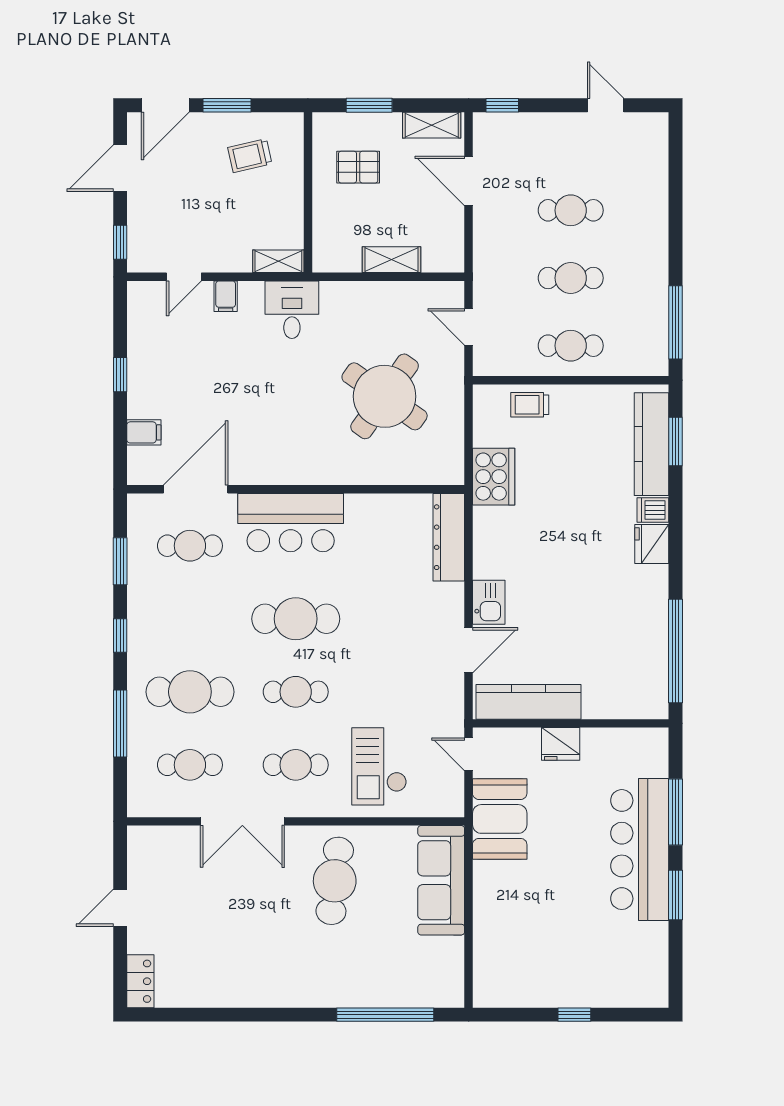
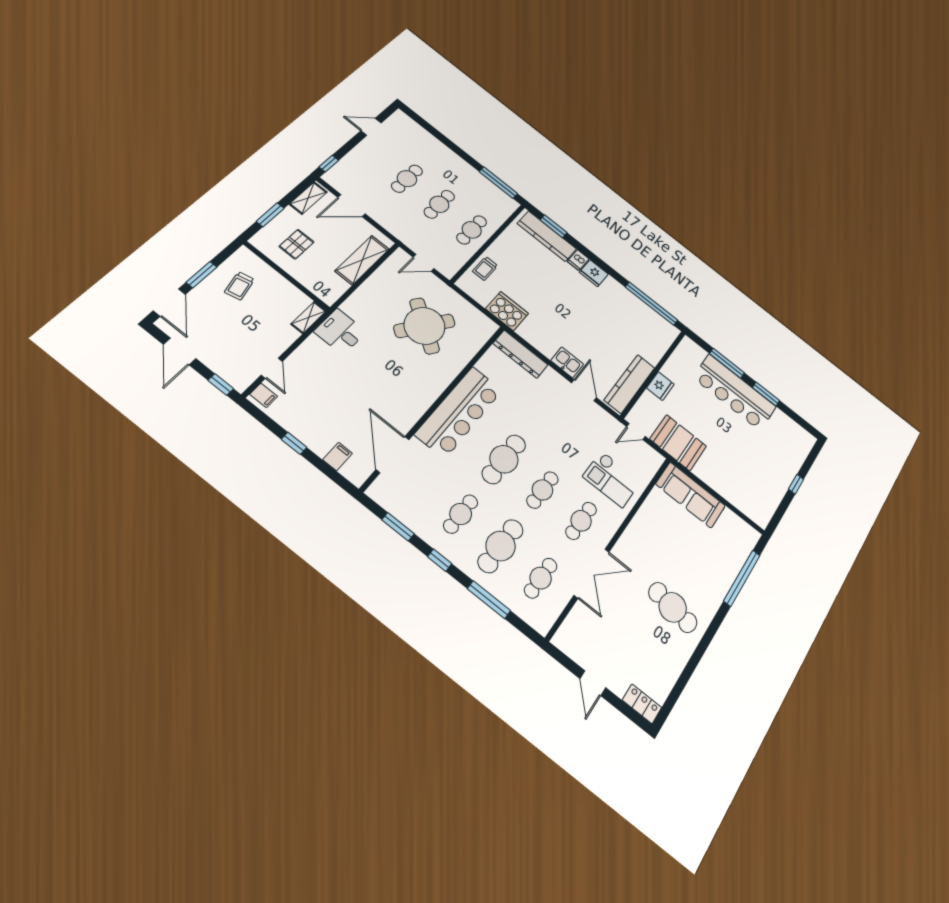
shelving: (391, 260) -> (362, 260), width x1.50, depth x1.33
filing cabinet: (226, 296) -> (264, 395), moved
bar counter: (291, 523) -> (459, 412), width x1.36
cafe table: (190, 546) -> (461, 514), moved
cafe table: (335, 881) -> (673, 607), moved

